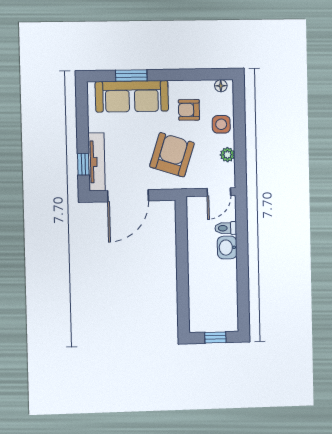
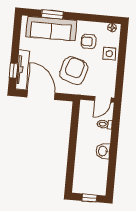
plant: (227, 155) -> (111, 75), removed
door: (128, 196) -> (41, 95), swing flipped
washbasin: (227, 248) -> (103, 151), moved

